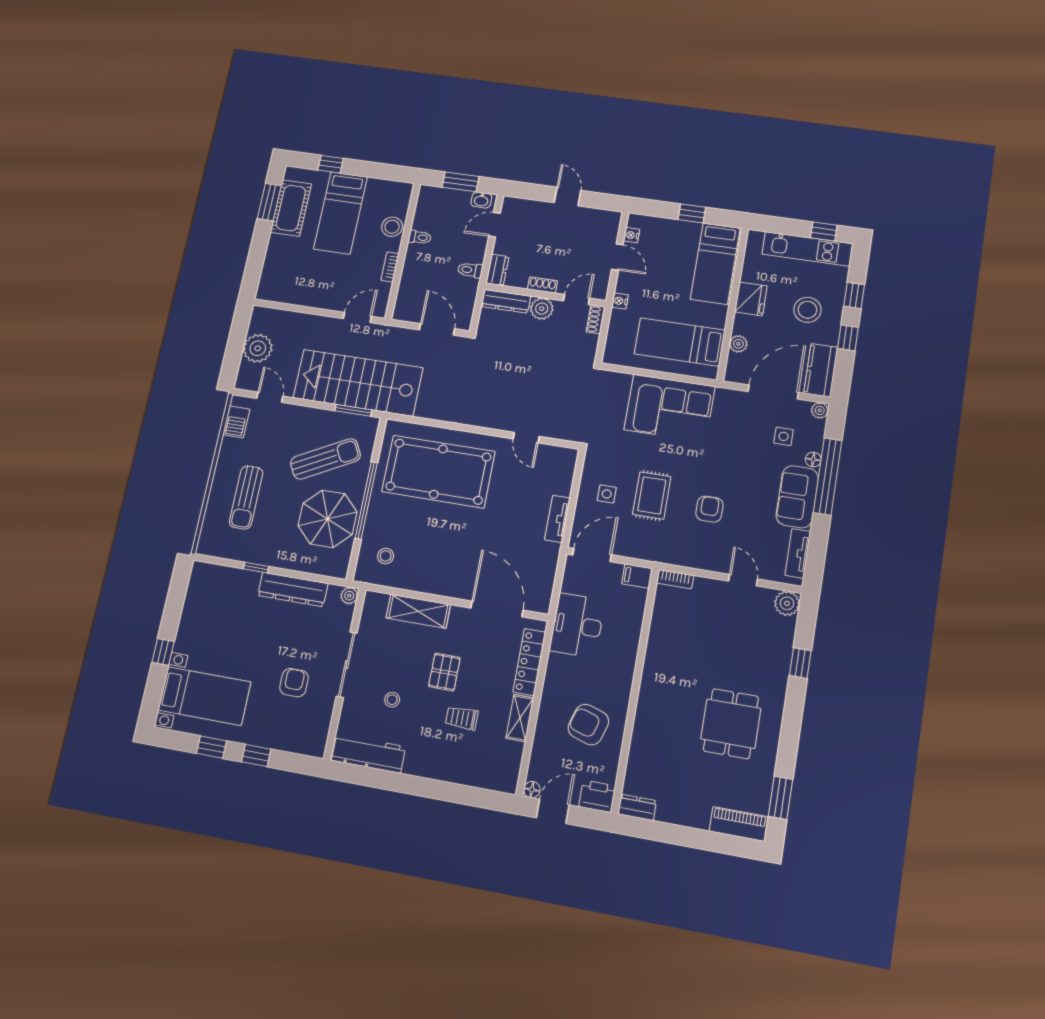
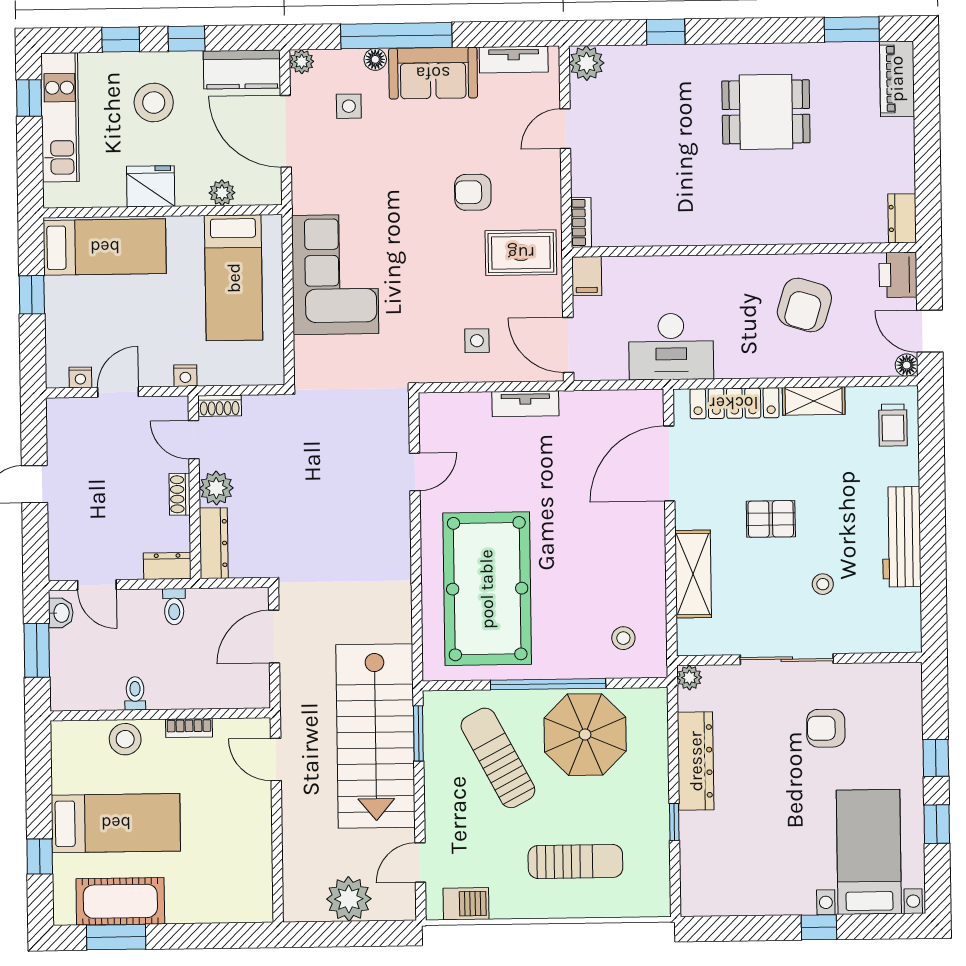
rug: (652, 495) -> (521, 253), moved
trolley: (462, 718) -> (893, 425), moved
workbench: (368, 754) -> (902, 537), moved

